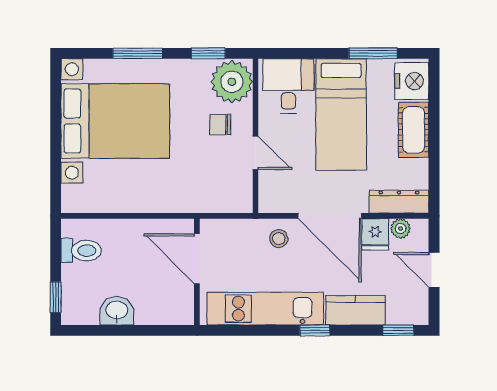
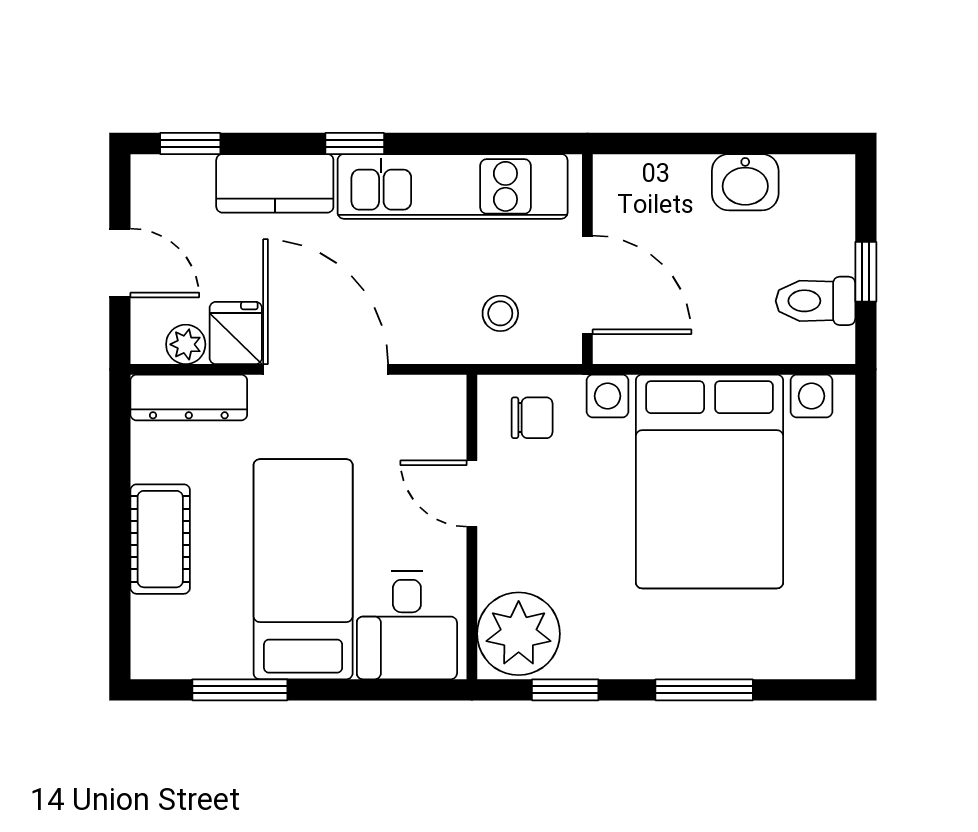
nightstand: (412, 81) -> (164, 635), removed
bed with nightstands: (115, 121) -> (710, 481), moved, turned -90
chair: (220, 125) -> (532, 418), moved
stool: (279, 239) -> (500, 313), moved
window: (56, 297) -> (866, 272), moved

